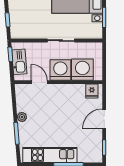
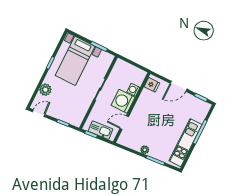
washing machine: (82, 70) -> (133, 90), width x0.53, depth x0.53
door: (104, 119) -> (179, 86), hinge flipped

